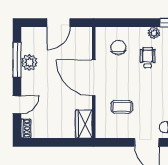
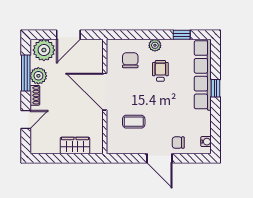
plant: (154, 33) -> (155, 45), moved
plant: (35, 37) -> (44, 50), added
wardrobe: (84, 124) -> (75, 146), moved, turned 90
shoe rack: (26, 128) -> (35, 95), moved

